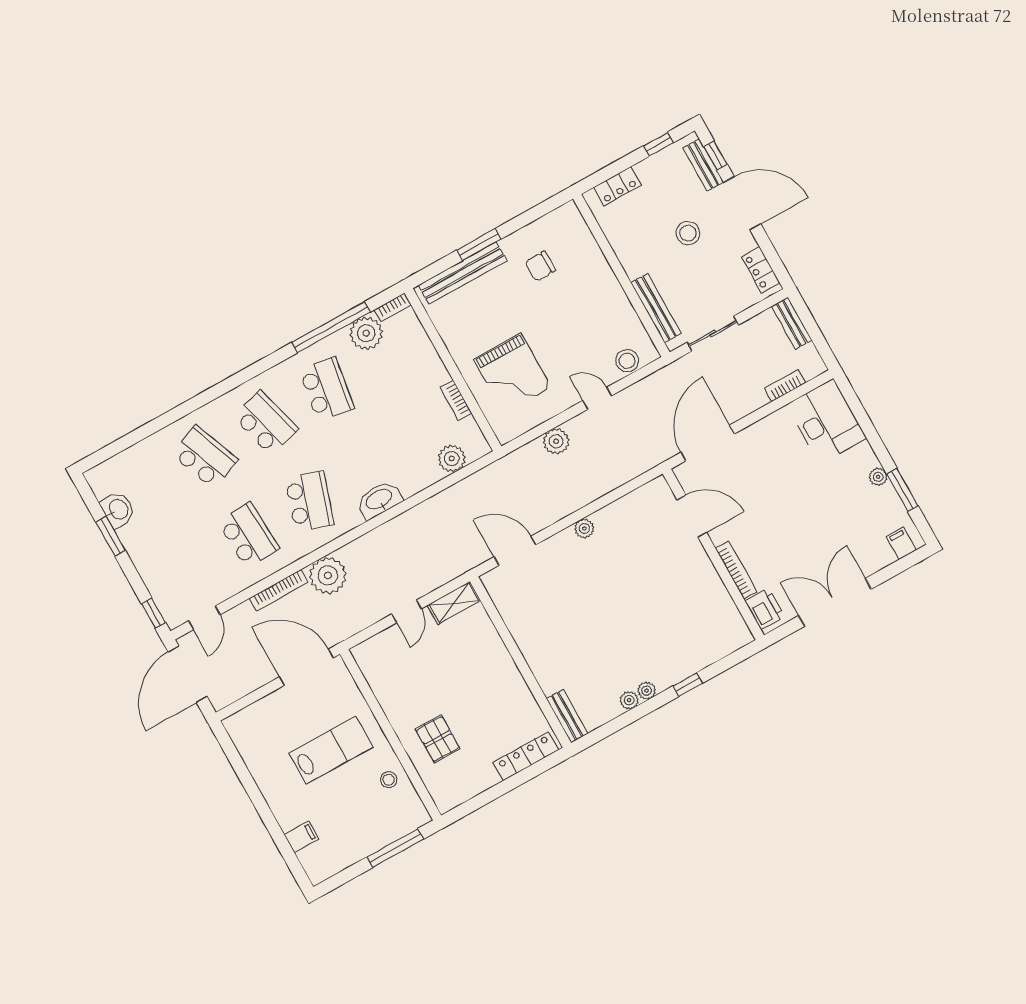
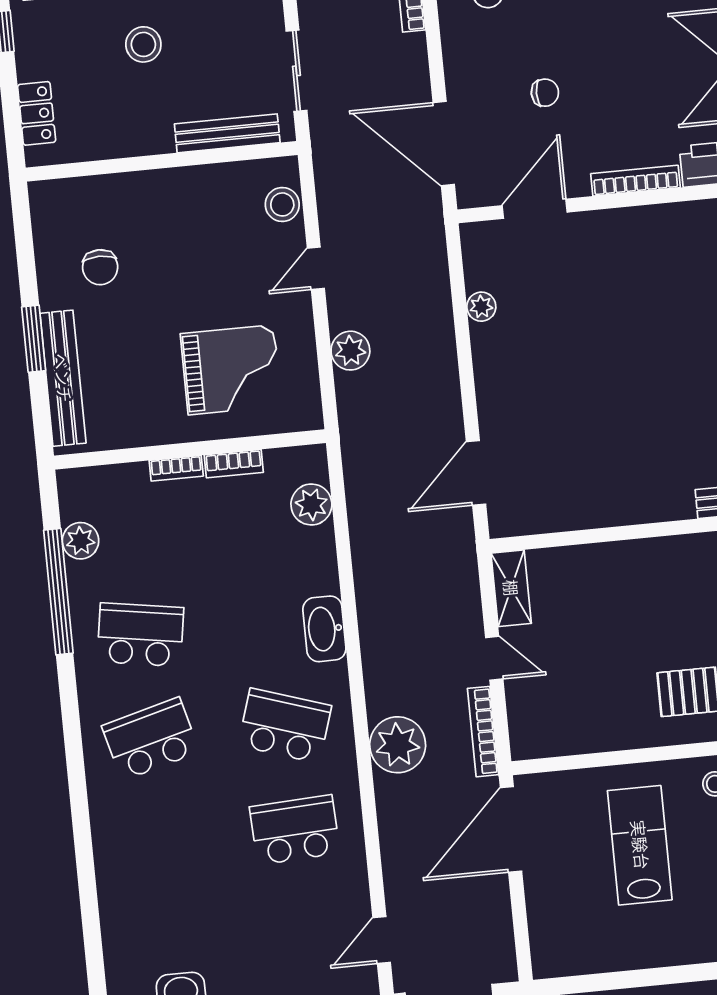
bookcase: (393, 307) -> (176, 468), moved, turned 90
plant: (366, 333) -> (80, 541), width x0.73, depth x0.73
school desk: (205, 457) -> (161, 843), removed
chair: (766, 491) -> (545, 93), added
plant: (584, 528) -> (481, 307), moved
bookcase: (279, 590) -> (483, 732), moved, turned 180
door: (204, 618) -> (382, 940), swing flipped

